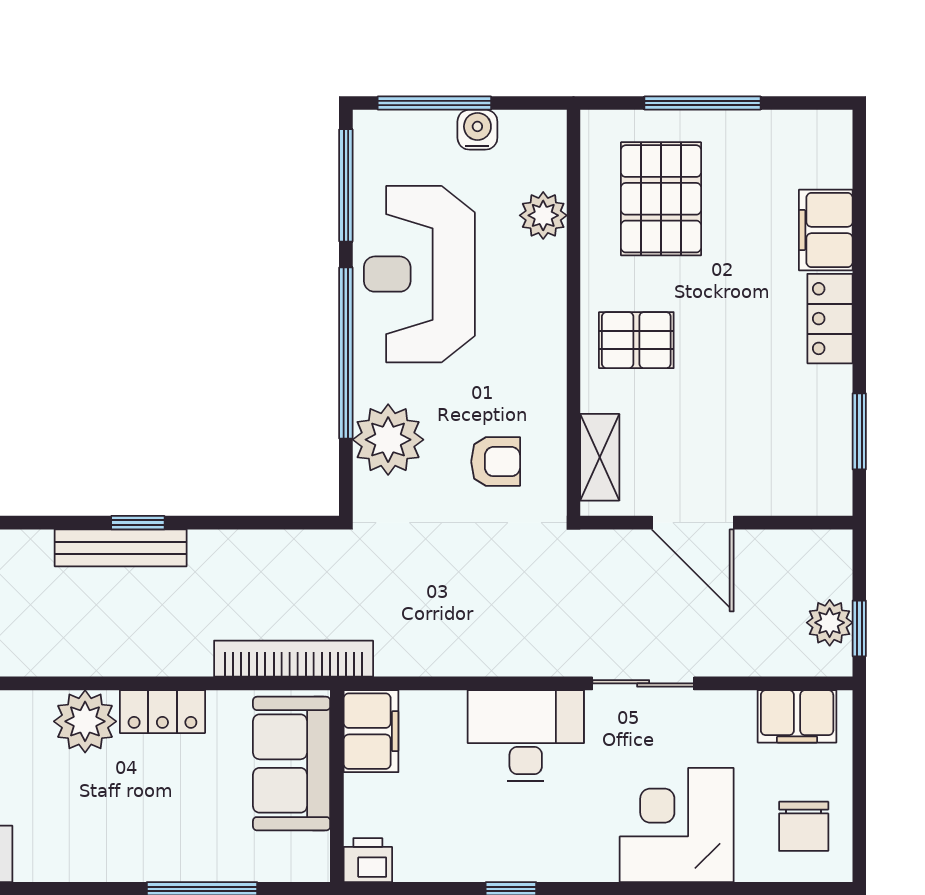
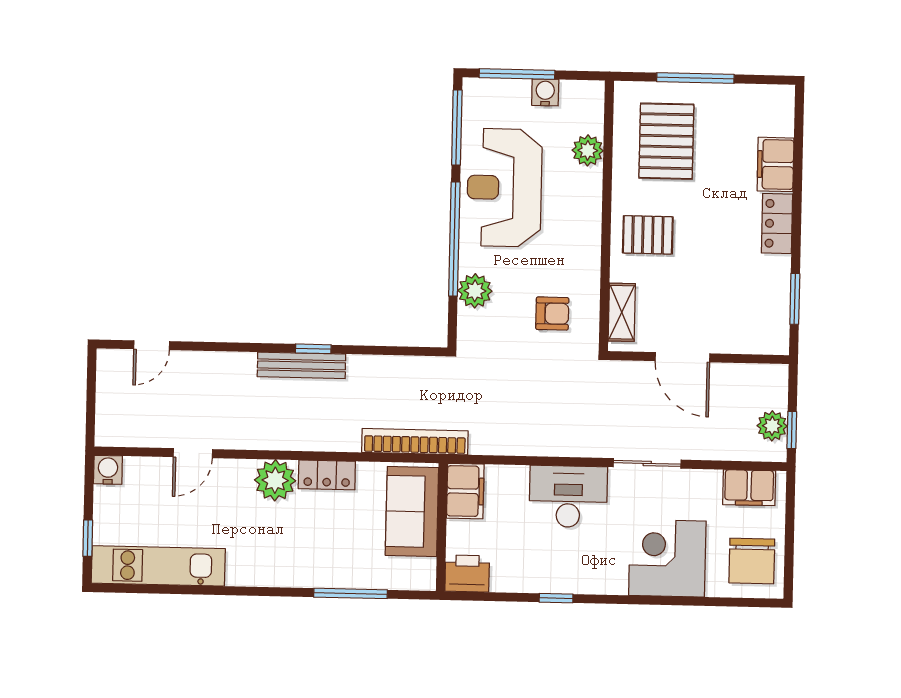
plant: (388, 440) -> (475, 291), width x0.73, depth x0.73
chair: (804, 826) -> (752, 561), width x1.37, depth x1.37
printer: (368, 860) -> (467, 573), width x1.36, depth x1.24

